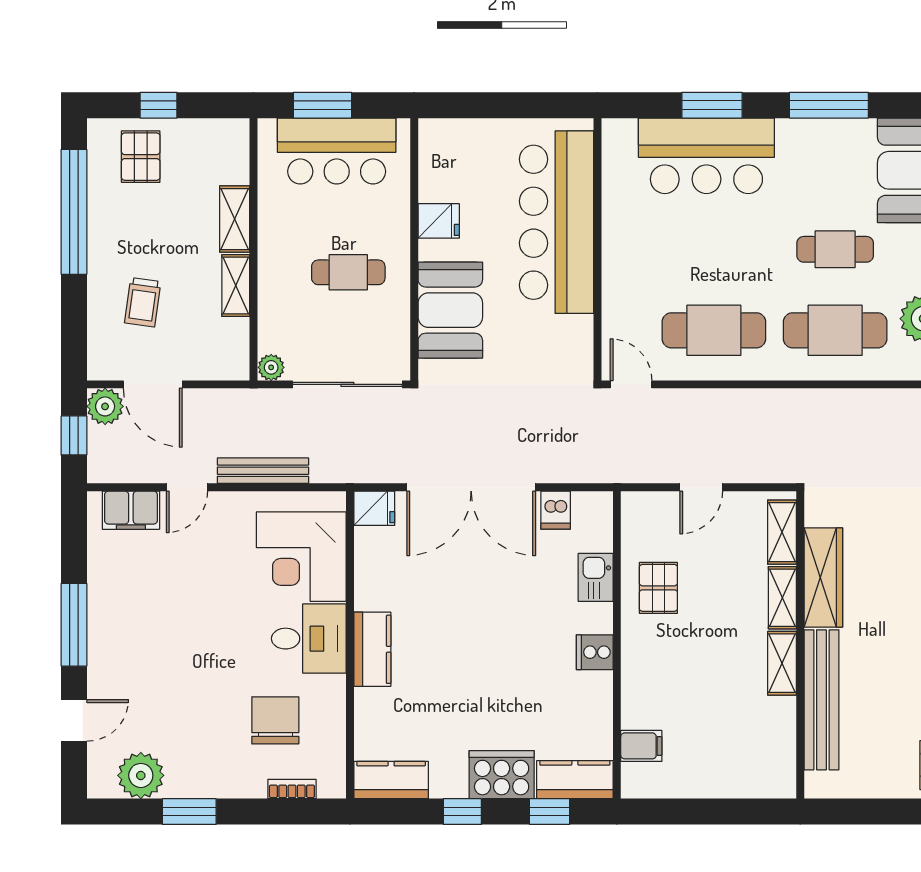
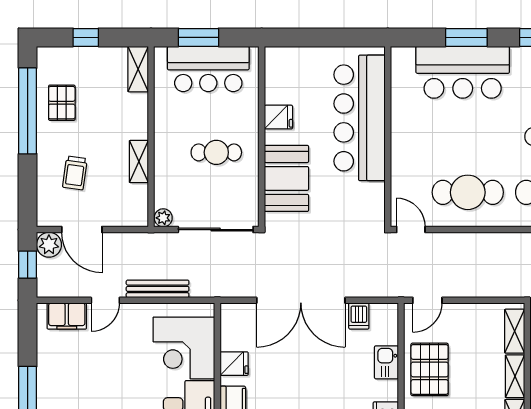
pallet: (141, 157) -> (62, 103), moved
shelving: (235, 219) -> (138, 69), moved
door: (701, 487) -> (427, 300), moved
fridge: (374, 508) -> (234, 364), moved
pallet: (658, 588) -> (430, 369), width x1.50, depth x1.42

